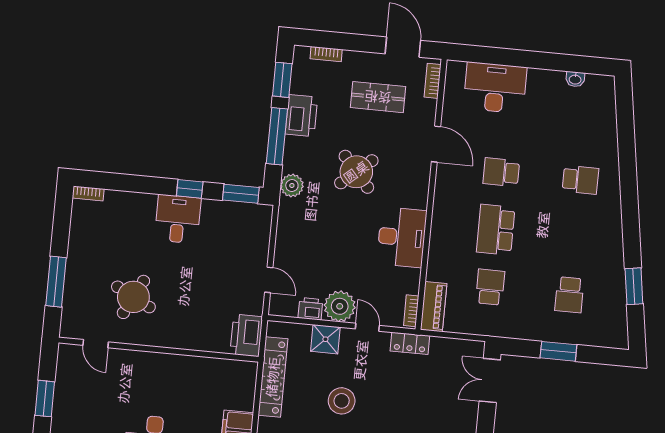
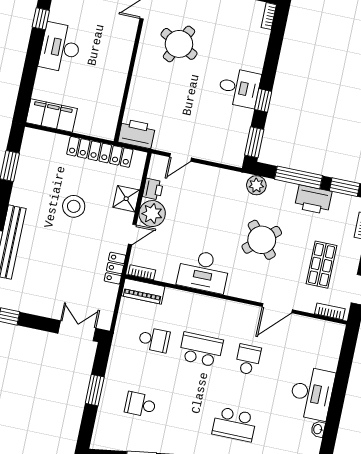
desk: (495, 88) -> (312, 393), moved
school desk: (580, 180) -> (234, 424), width x1.85

